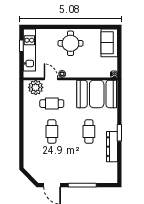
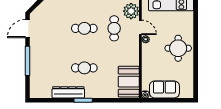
sofa: (109, 43) -> (164, 89), moved
door: (51, 79) -> (140, 27), hinge flipped
booth: (97, 94) -> (129, 82), width x0.73, depth x0.70

